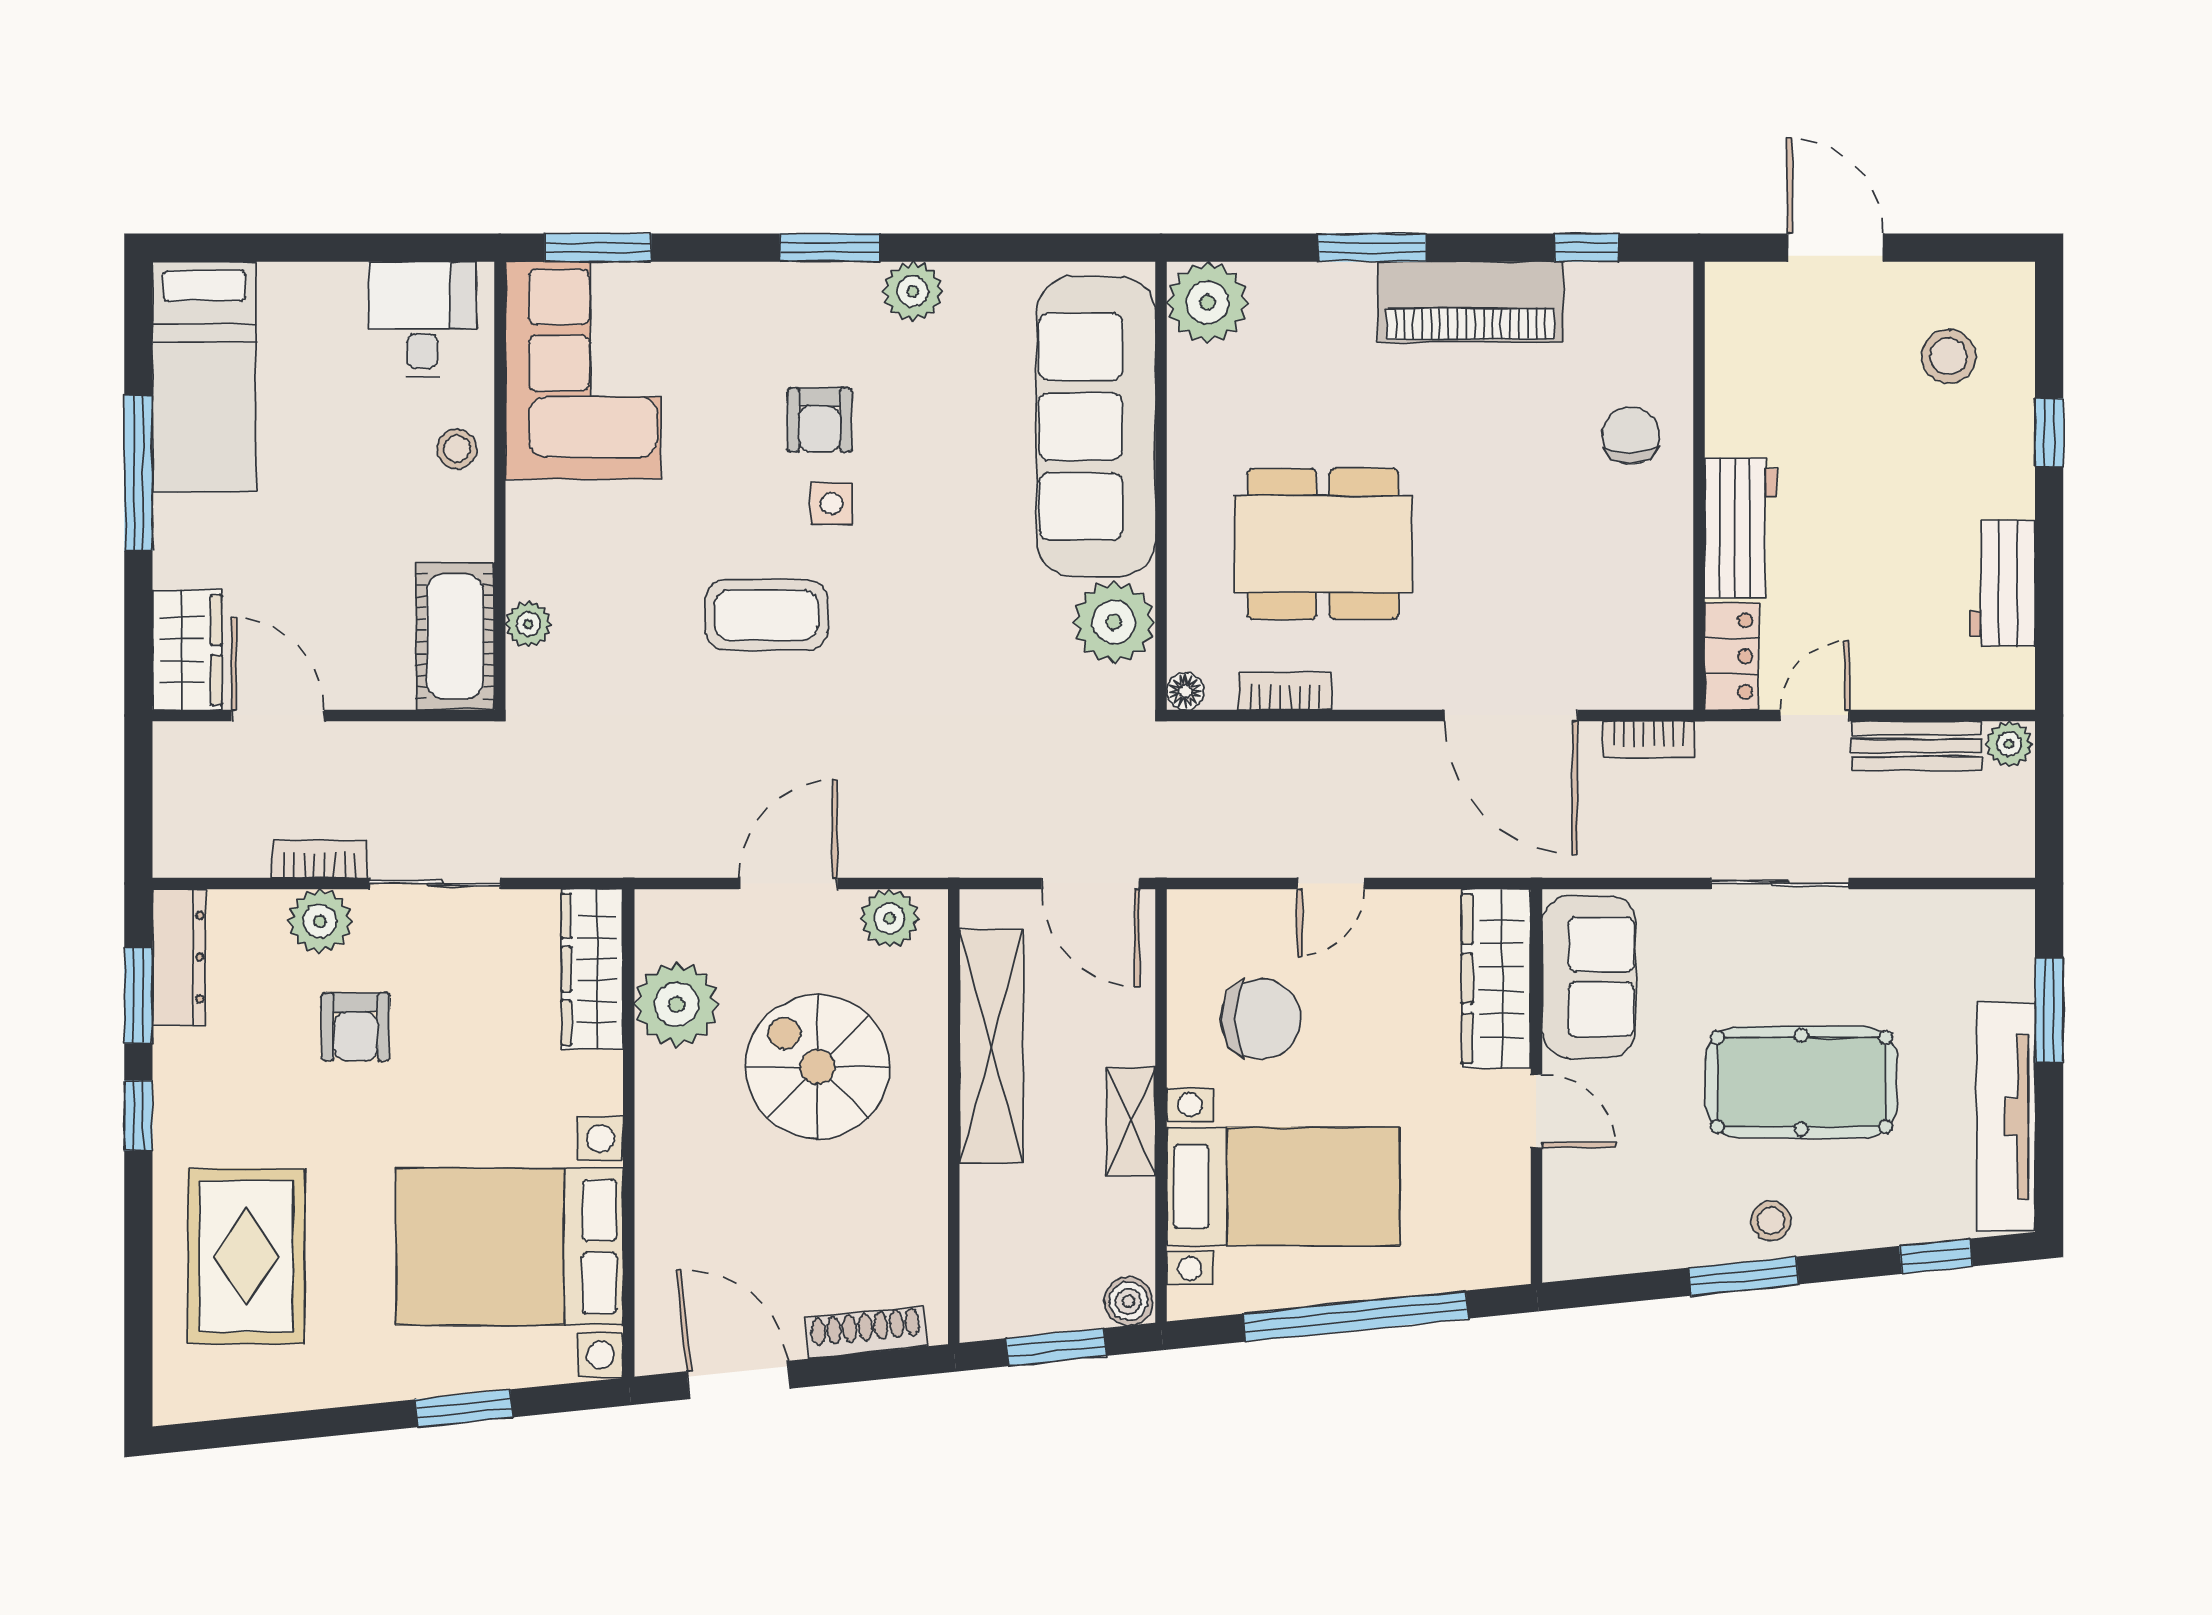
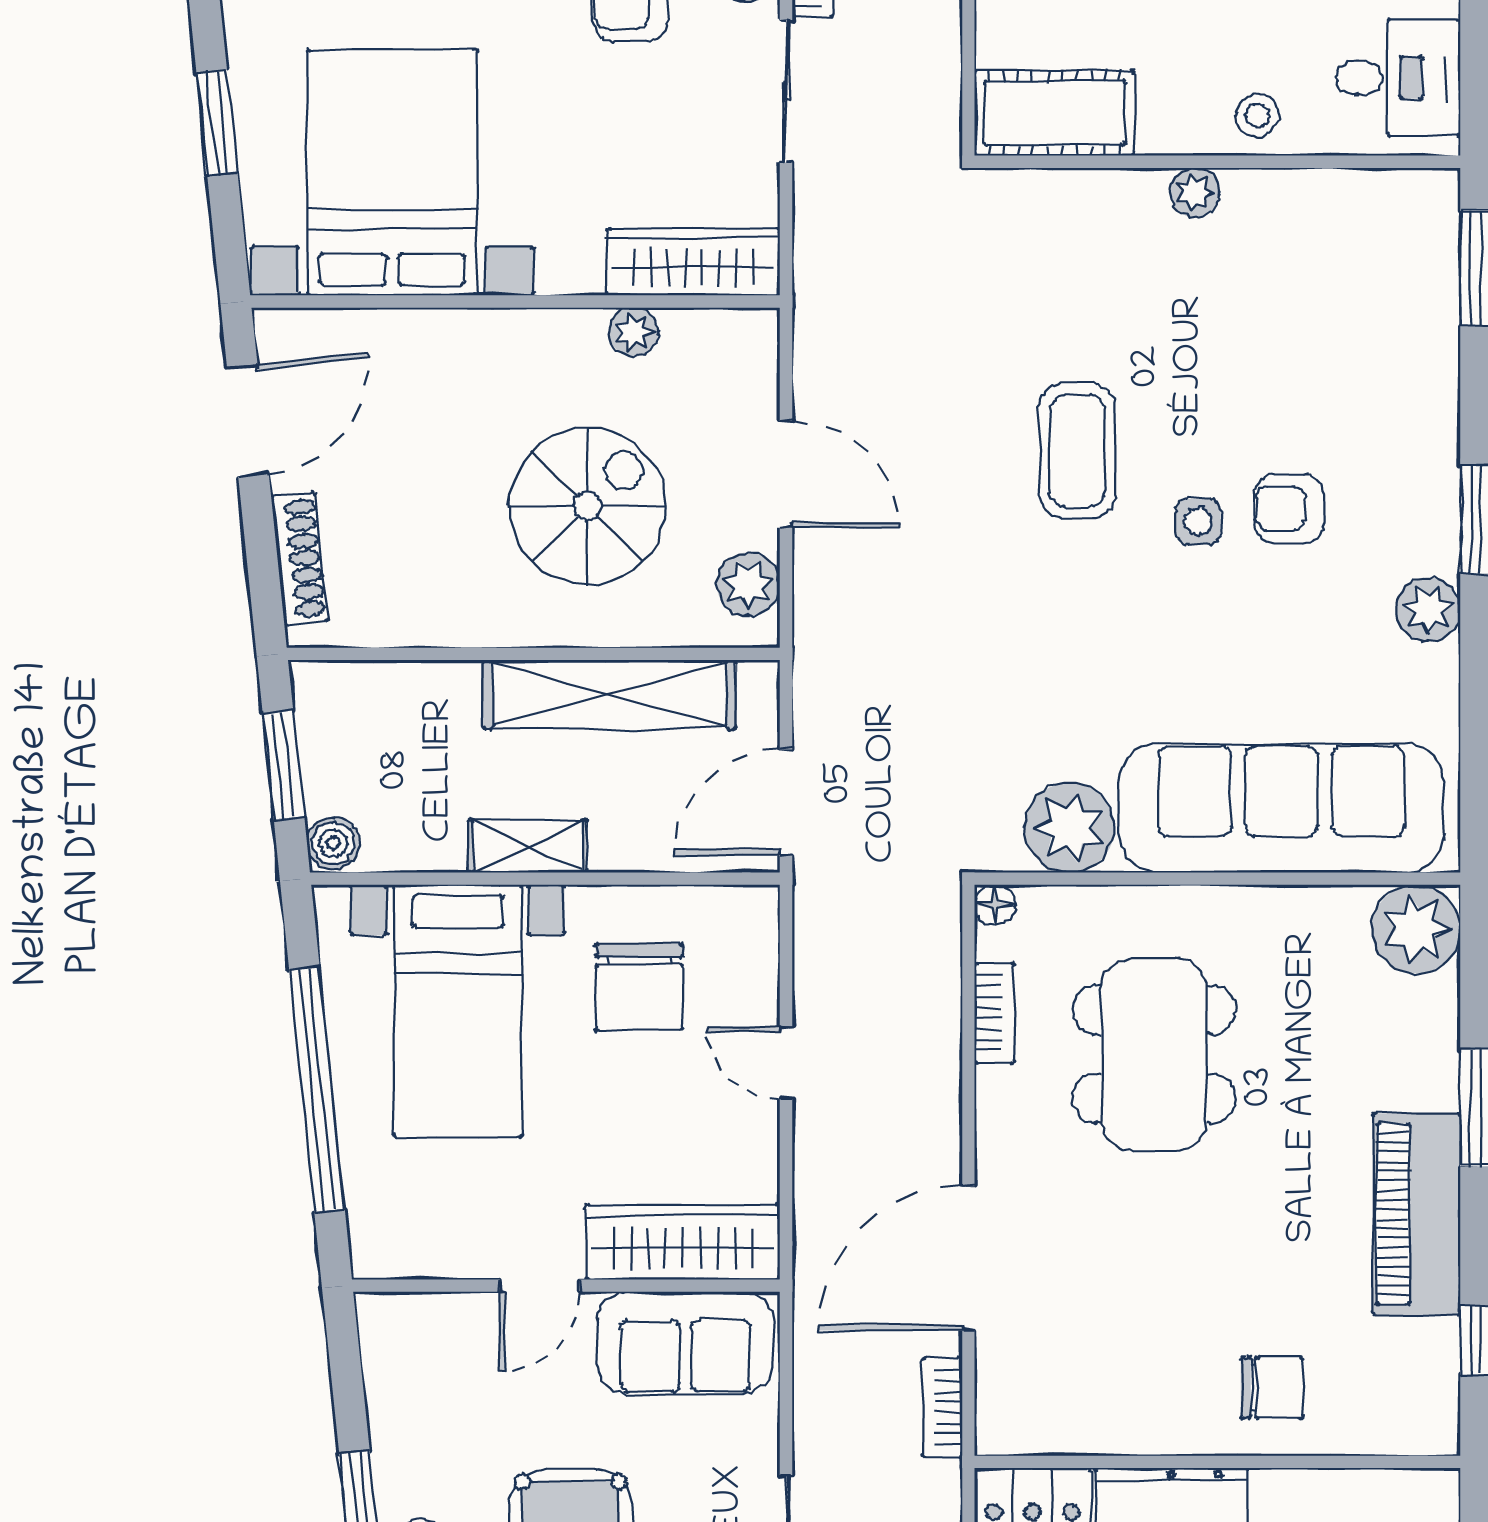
corner sofa: (583, 370) -> (1342, 252), removed
plant: (528, 624) -> (1195, 193), moved
plant: (677, 1004) -> (634, 332), width x0.53, depth x0.53

